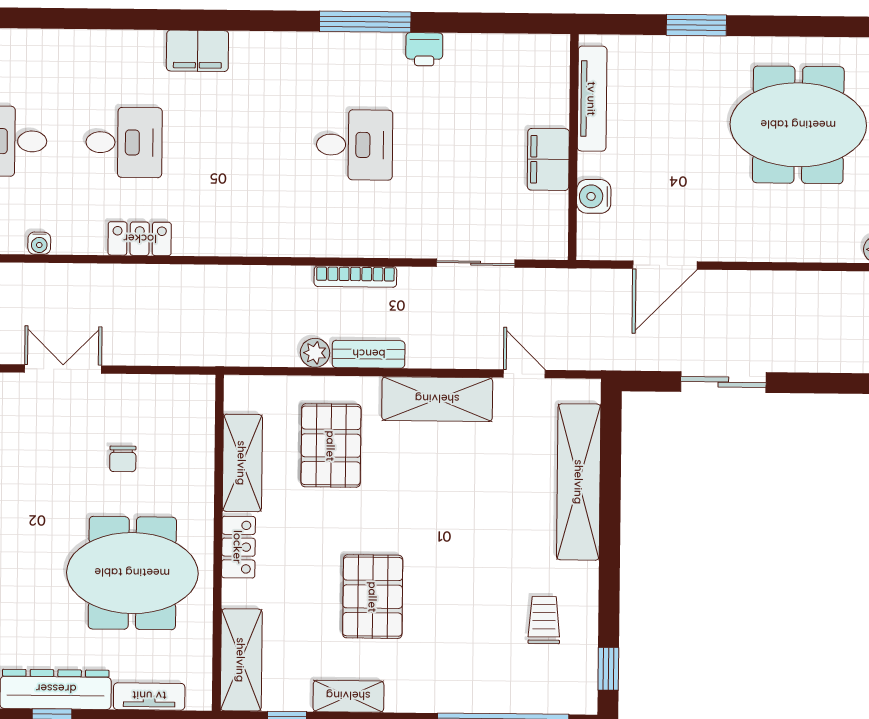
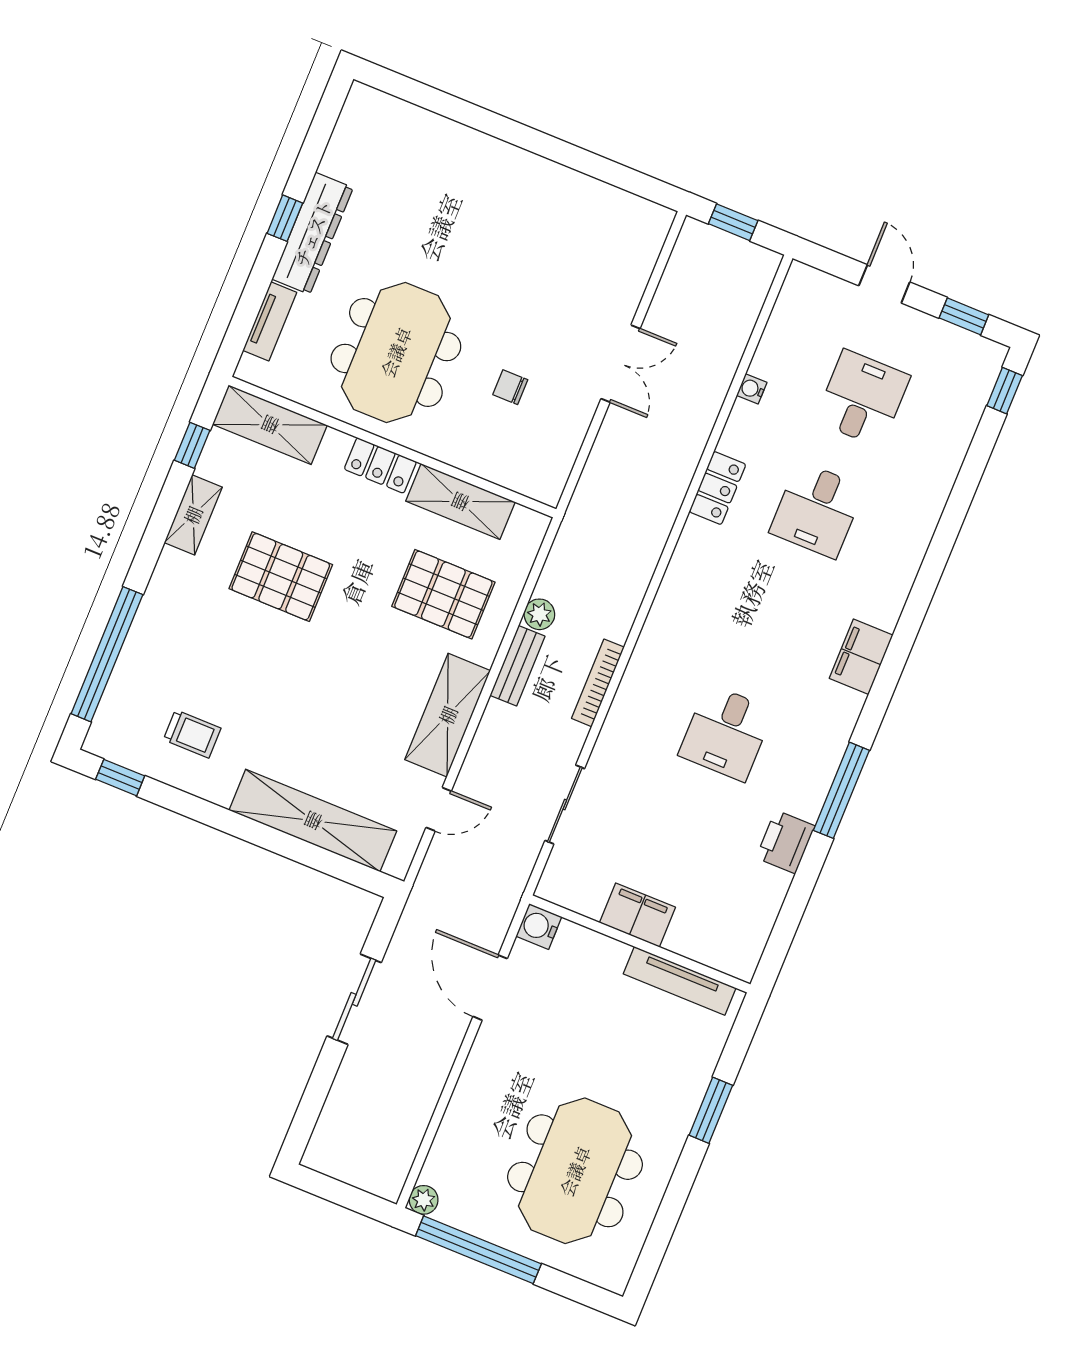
printer: (424, 49) -> (786, 842), width x1.36, depth x1.24
filing cabinet: (197, 51) -> (861, 657), moved
water cooler: (594, 196) -> (539, 926), moved, turned -90

